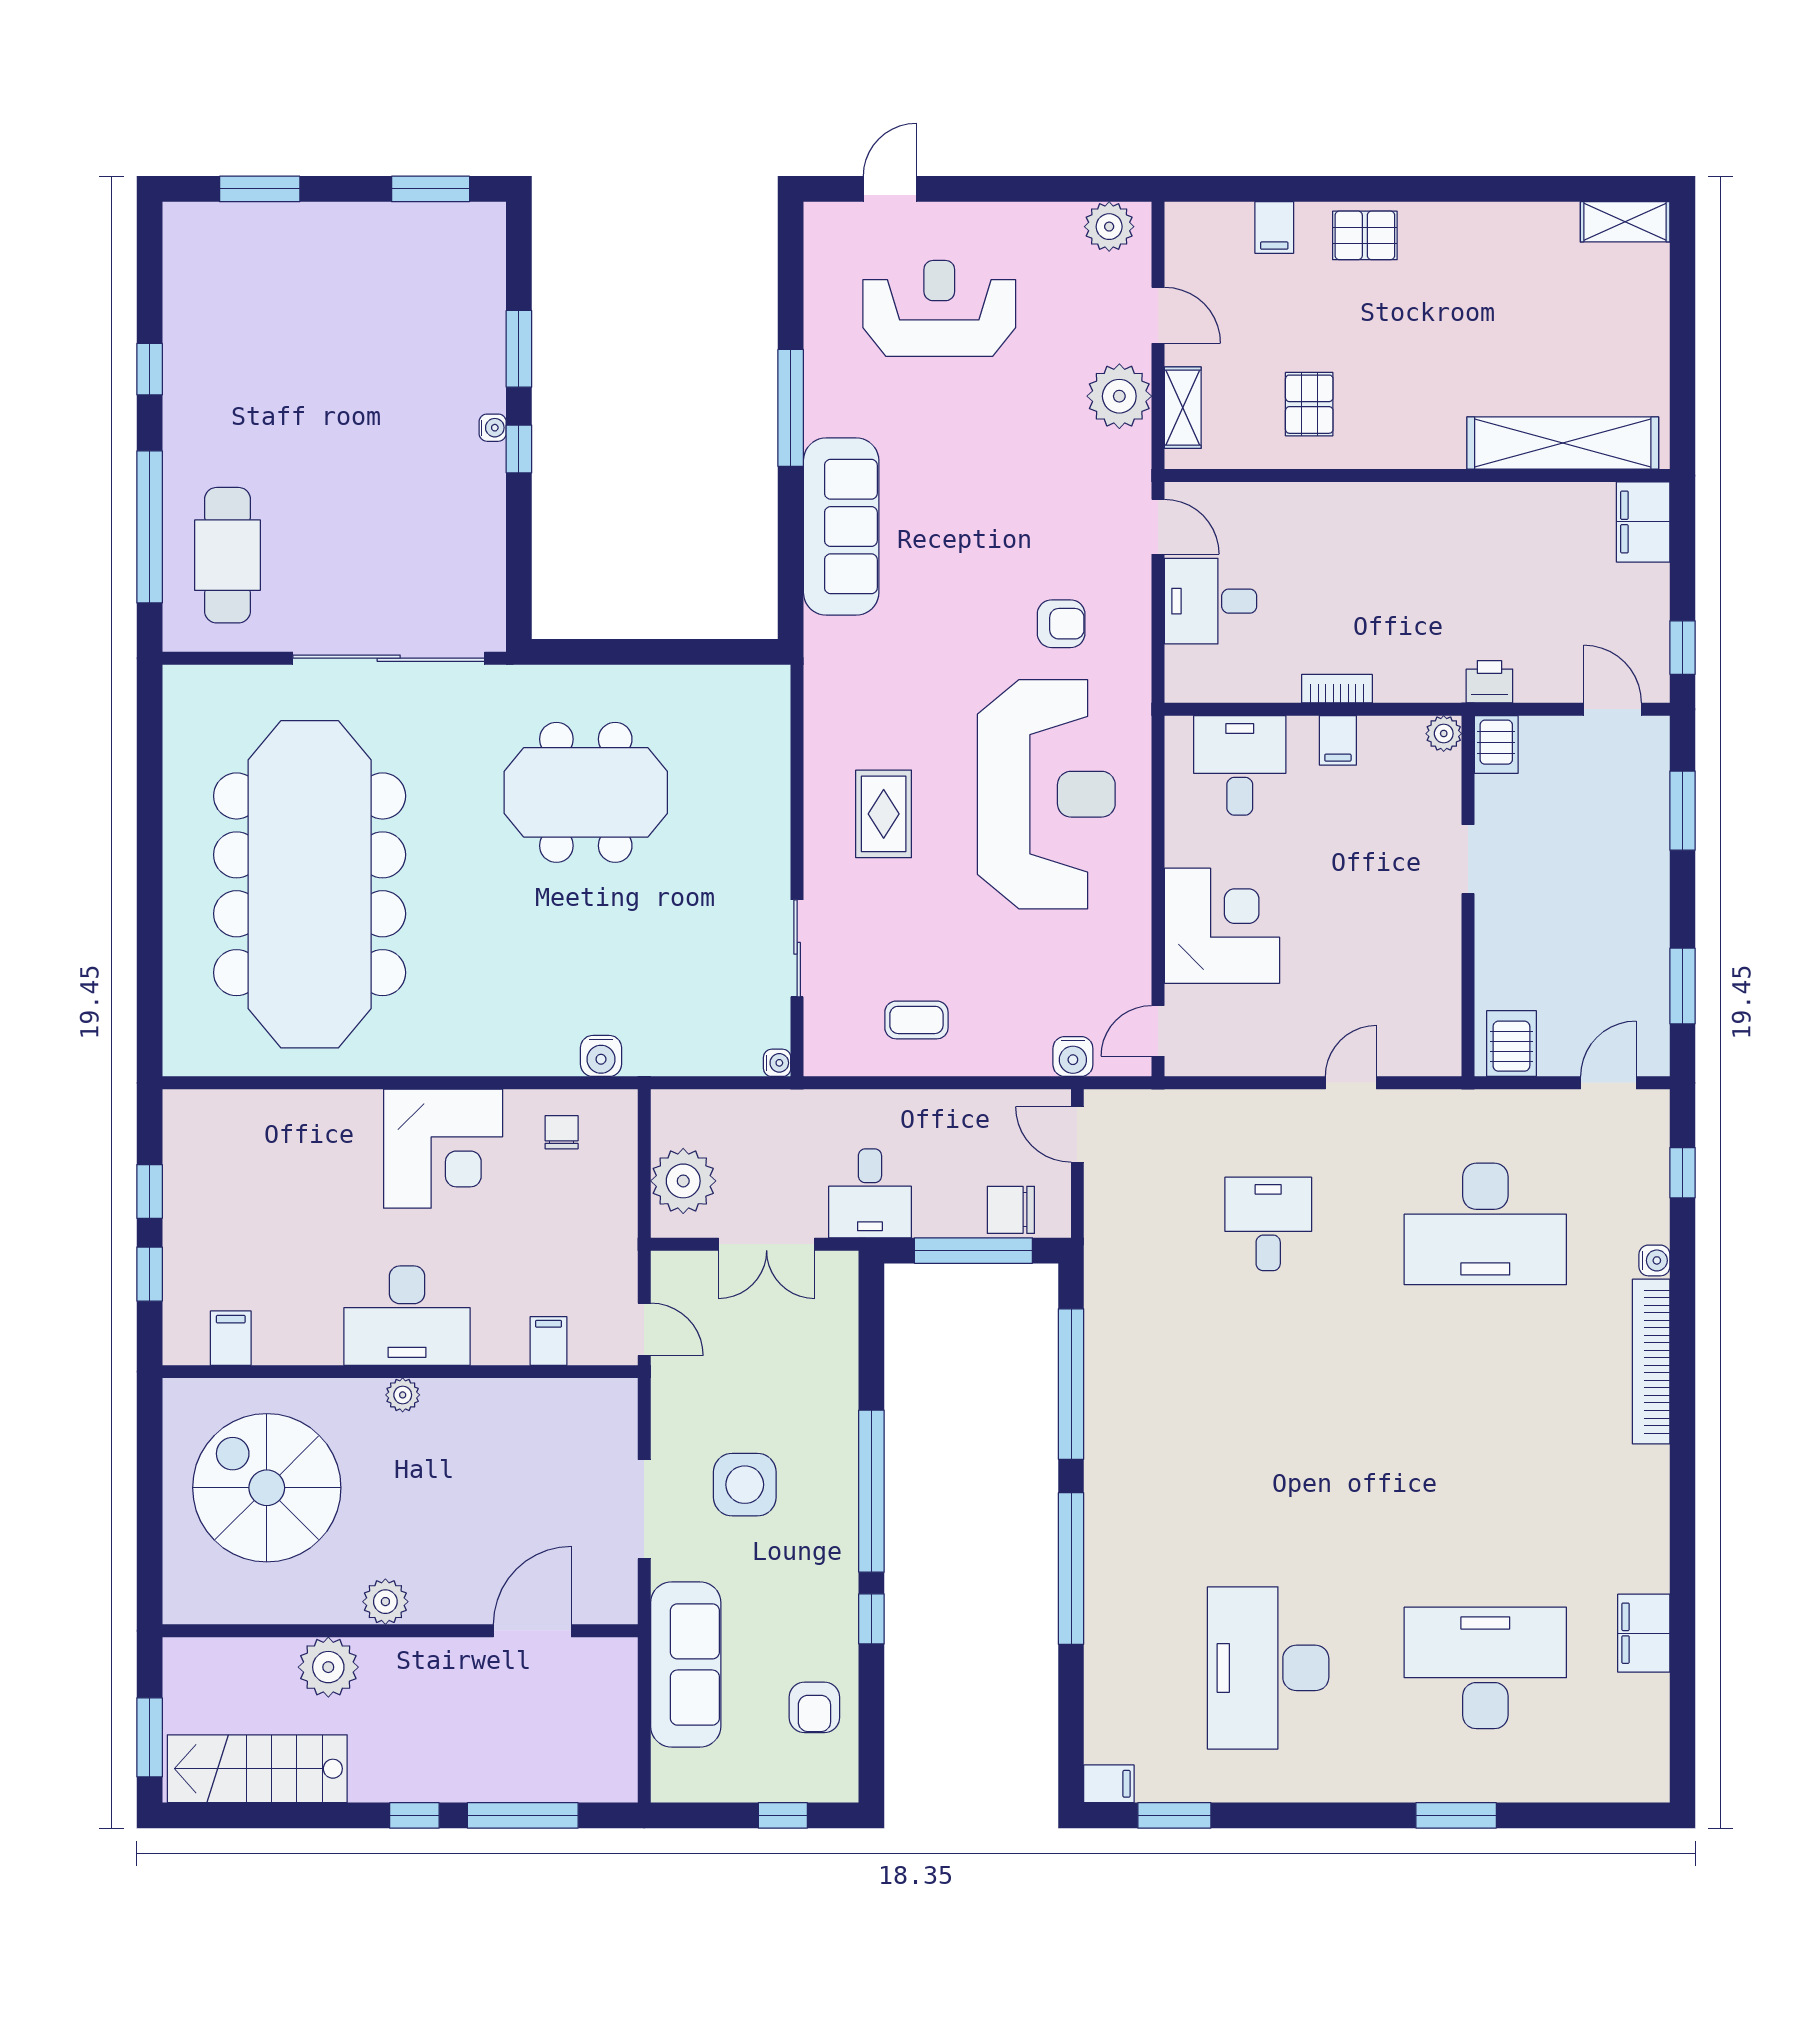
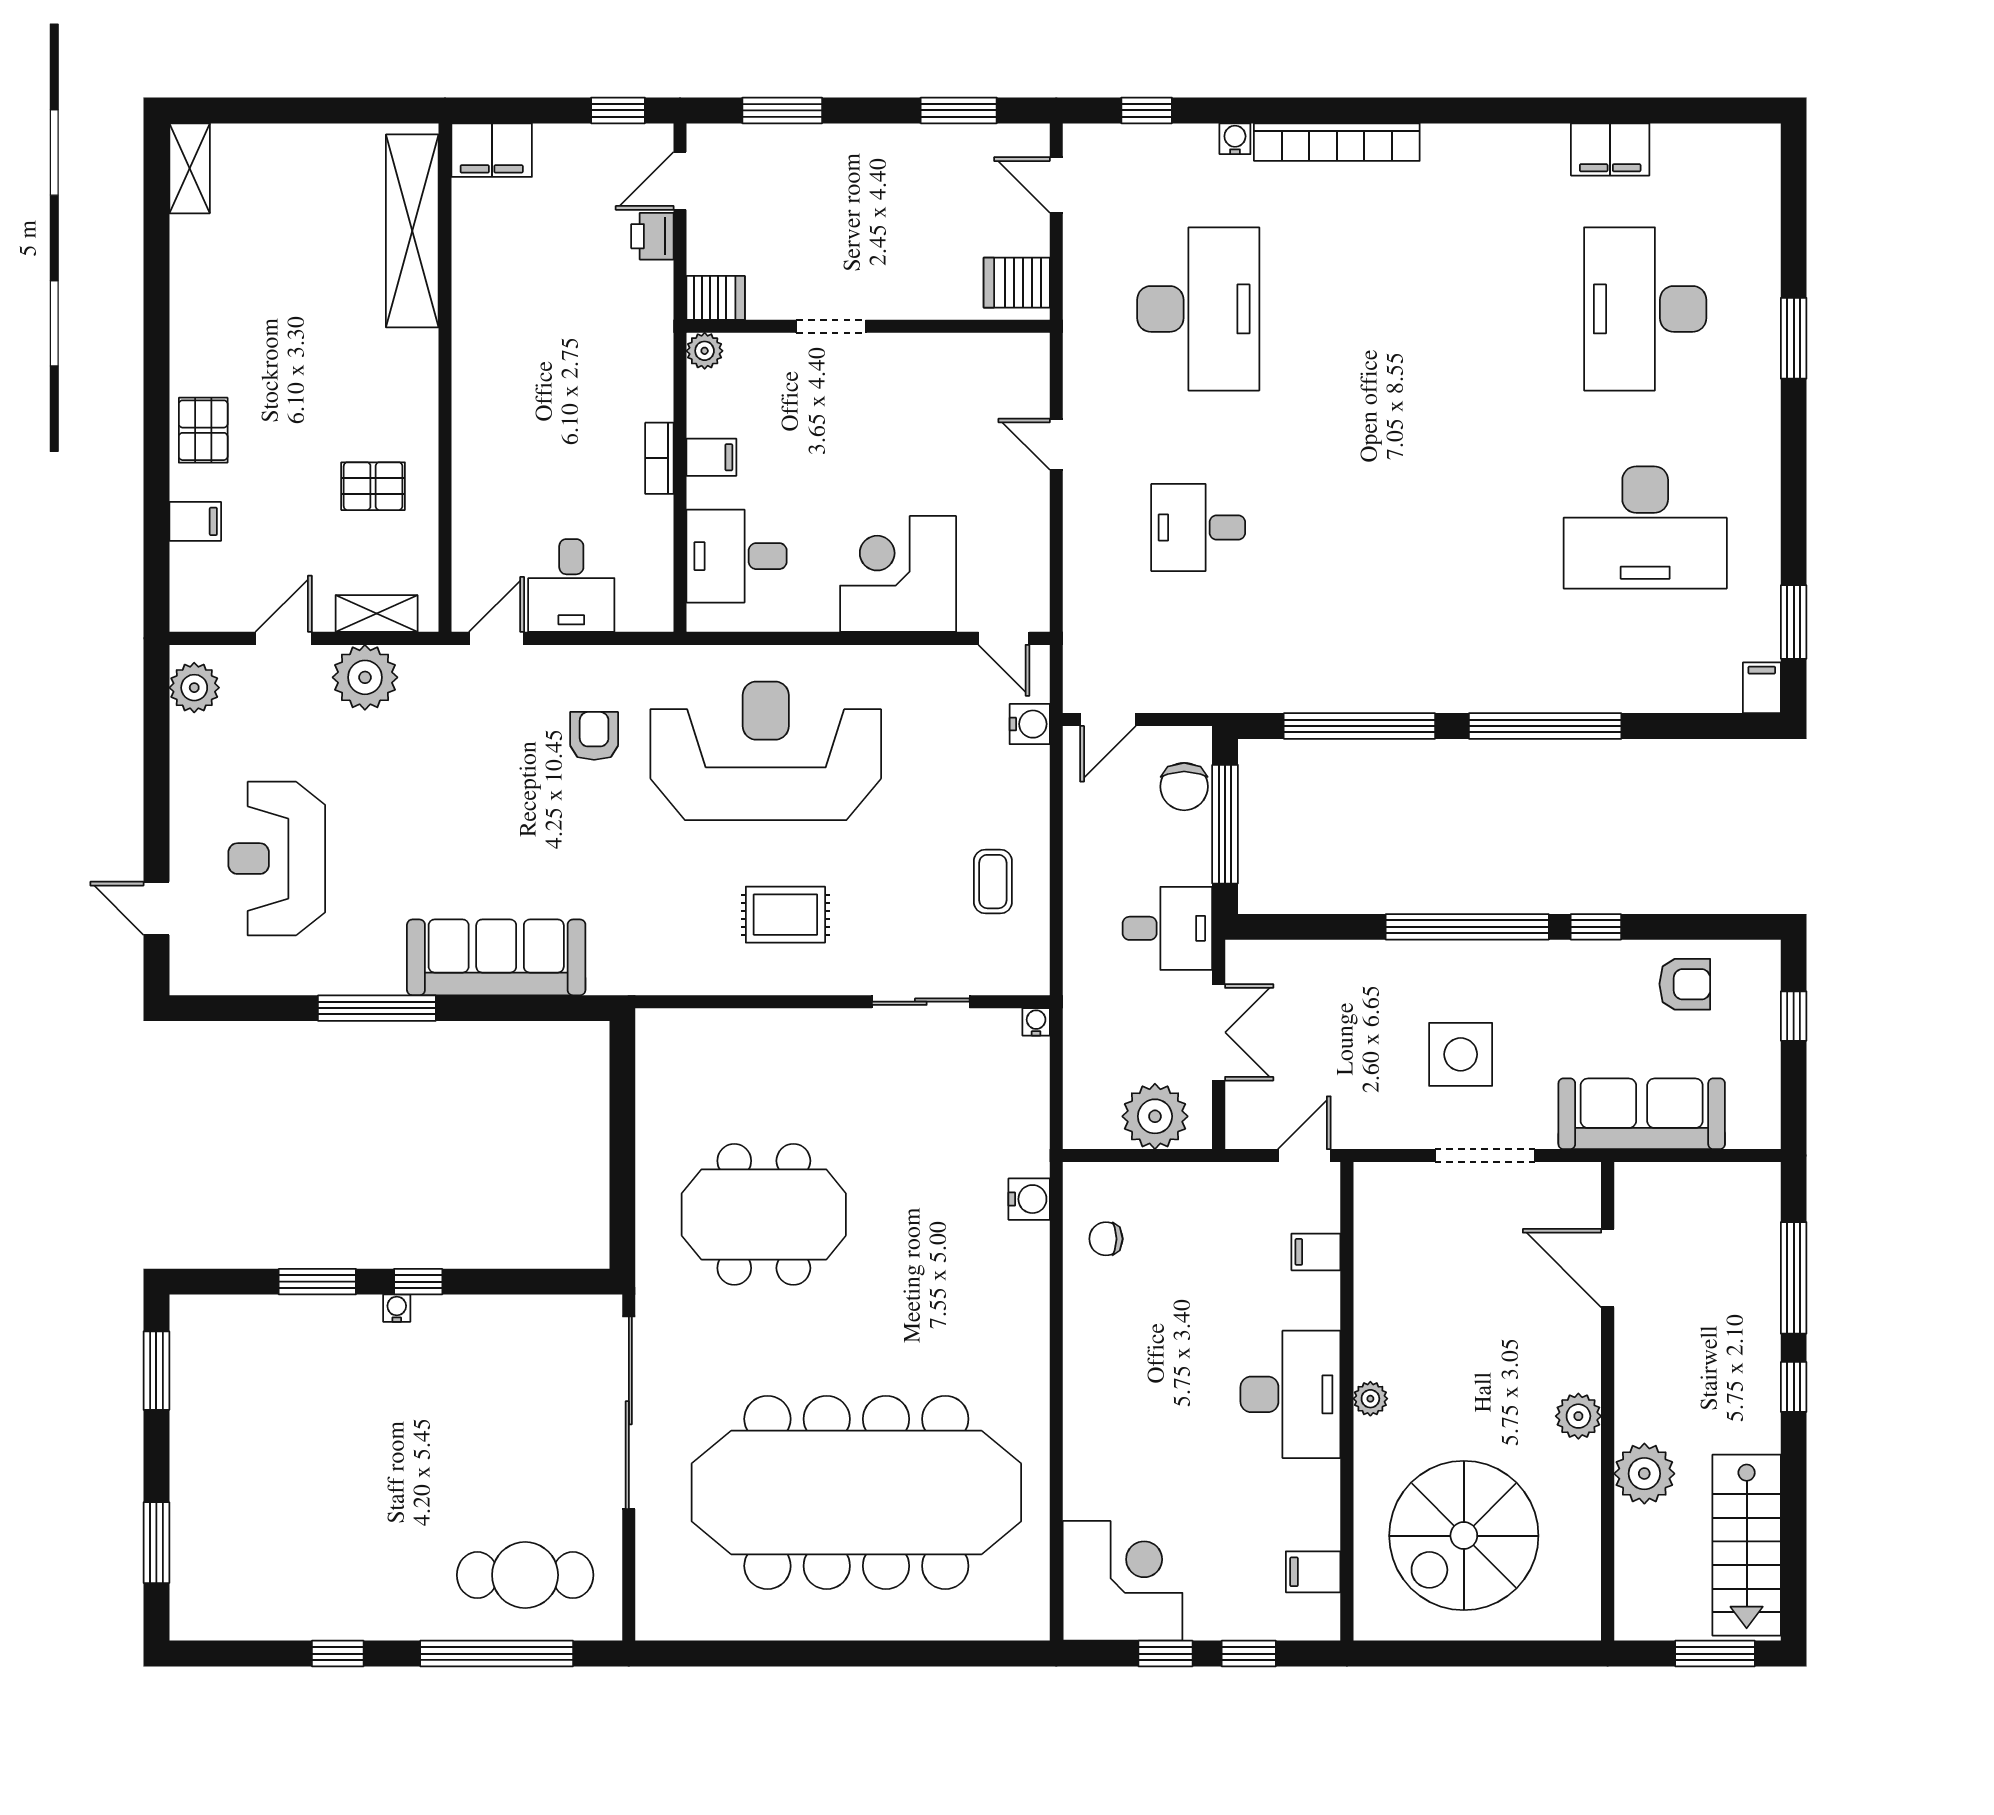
printer: (1489, 682) -> (652, 236), moved
meeting table: (586, 792) -> (764, 1214), turned 90
corner desk: (443, 1149) -> (1123, 1581), moved

